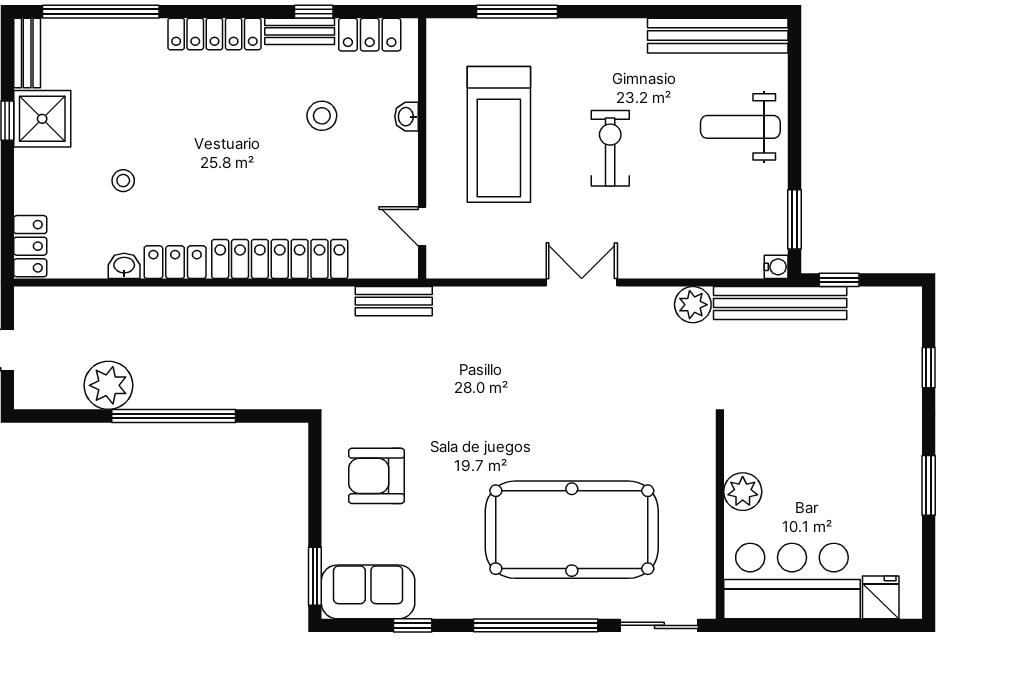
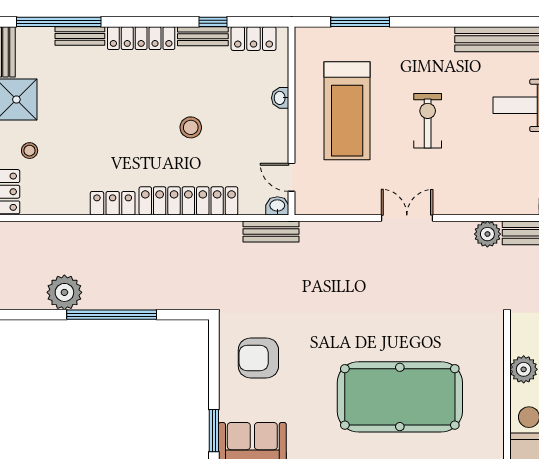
bench: (130, 31) -> (80, 36), added
stool: (322, 116) -> (191, 127), moved
stool: (123, 181) -> (30, 151), moved
washbasin: (124, 266) -> (277, 206), moved

